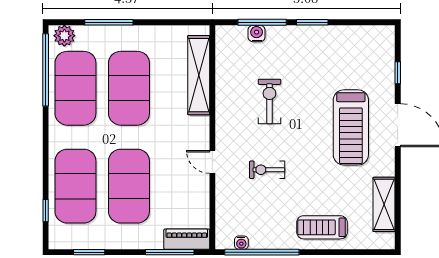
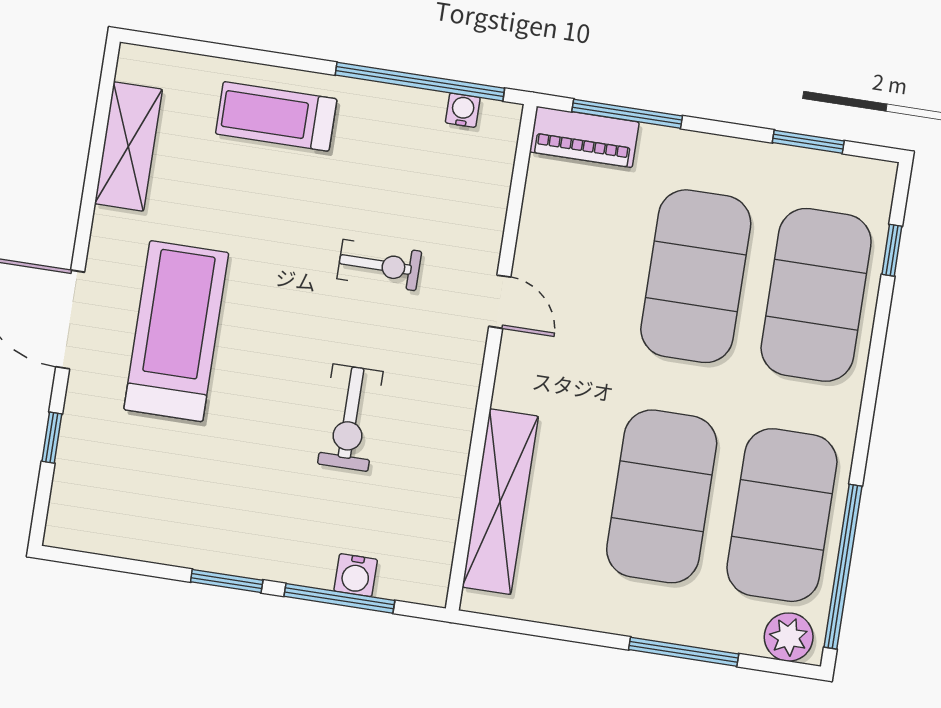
treadmill: (322, 227) -> (276, 116), turned 180

